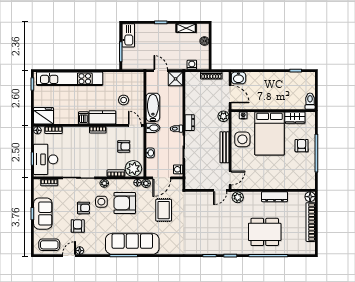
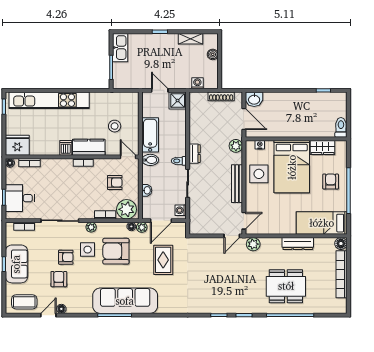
desk: (46, 159) -> (20, 198), width x0.73
bed: (294, 180) -> (322, 223), added

